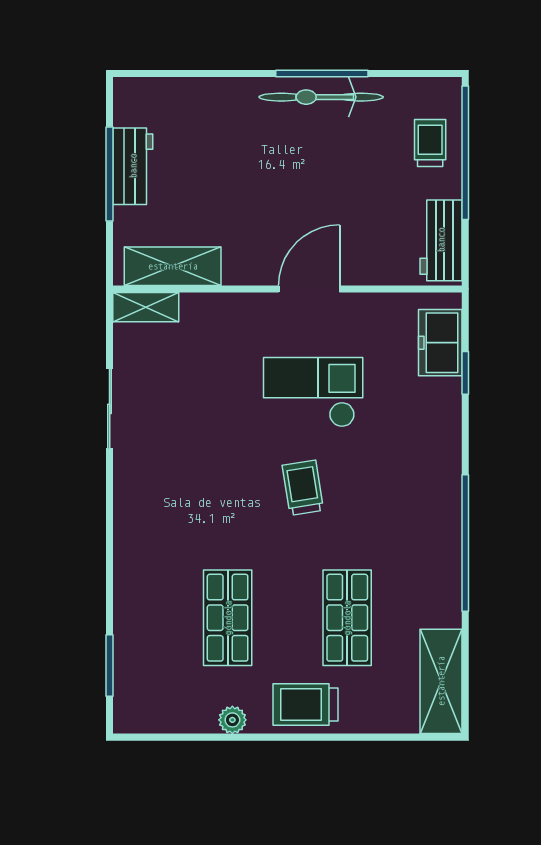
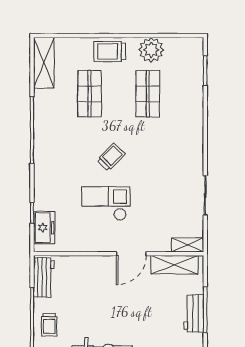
door: (309, 289) -> (131, 254), moved
checkout: (313, 392) -> (106, 203), turned 180
trolley: (303, 488) -> (111, 157), turned -126
trolley: (306, 705) -> (110, 51), turned 180
plant: (232, 720) -> (151, 50), width x1.88, depth x1.88

